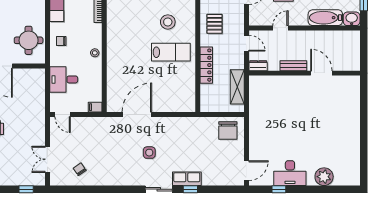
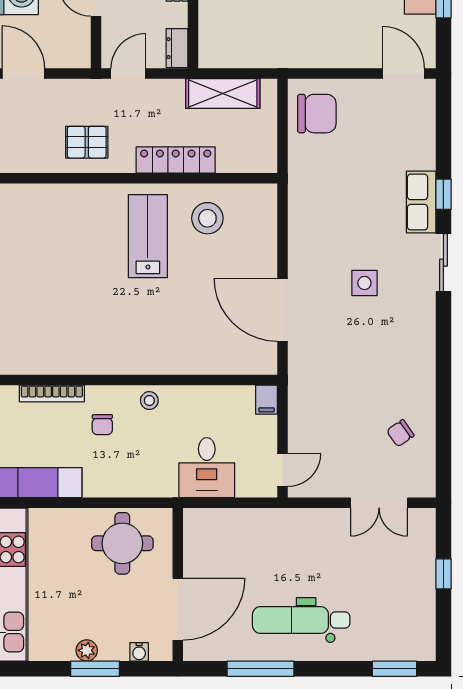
stool: (168, 22) -> (207, 218), moved
chair: (61, 41) -> (102, 425), moved
window: (26, 189) -> (443, 574), moved

